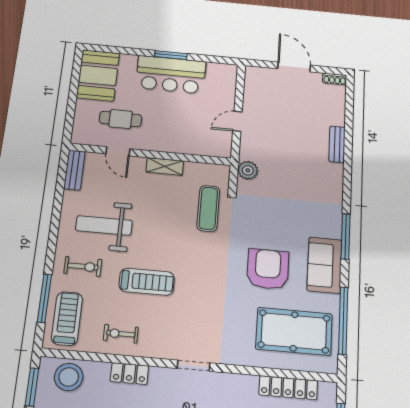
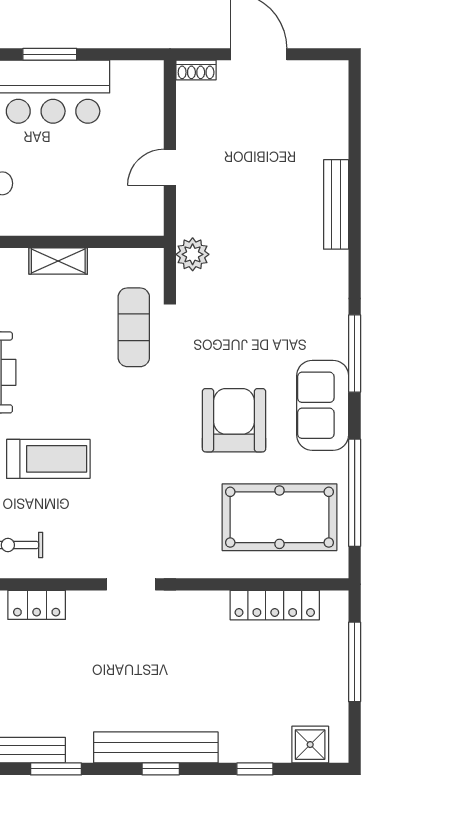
shoe rack: (335, 79) -> (196, 70), moved
bench: (337, 144) -> (336, 204), width x1.36

